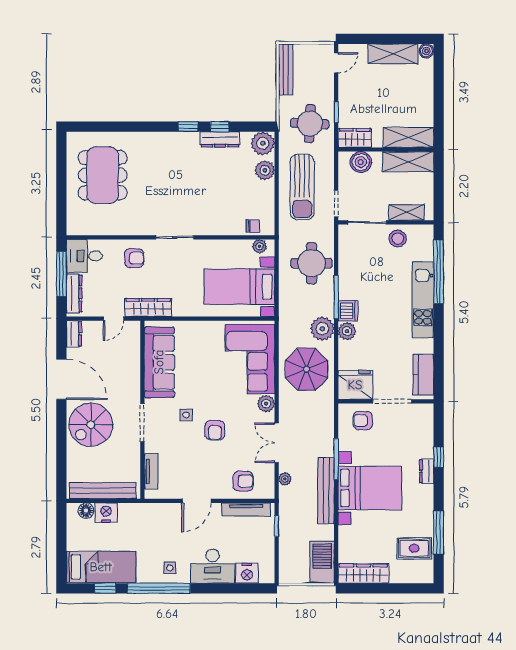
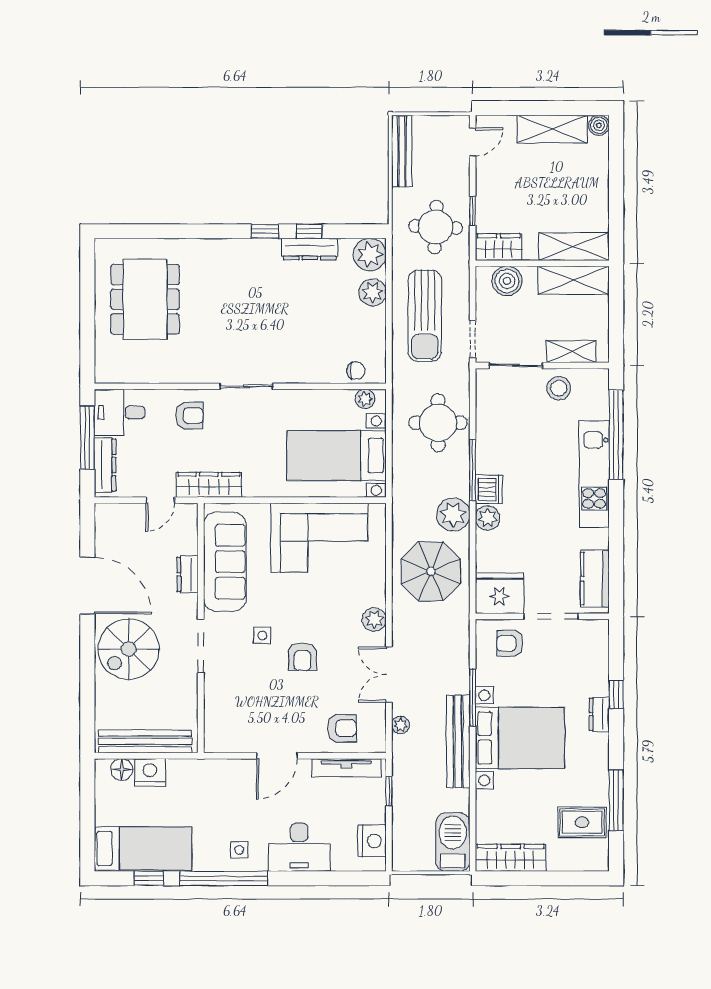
dresser: (74, 334) -> (187, 574), moved, turned 180
corner sofa: (250, 359) -> (319, 538), moved, turned -90
tv unit: (151, 471) -> (213, 715), removed
nightstand: (247, 573) -> (372, 841), moved, turned -90

